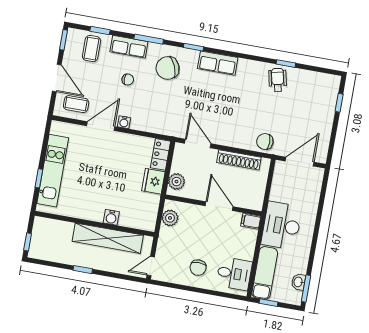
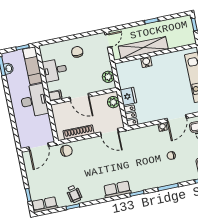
row of seats: (129, 47) -> (45, 205), moved
chair: (168, 68) -> (148, 173), removed
desk: (234, 274) -> (55, 70), moved

